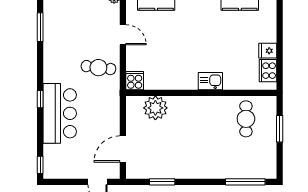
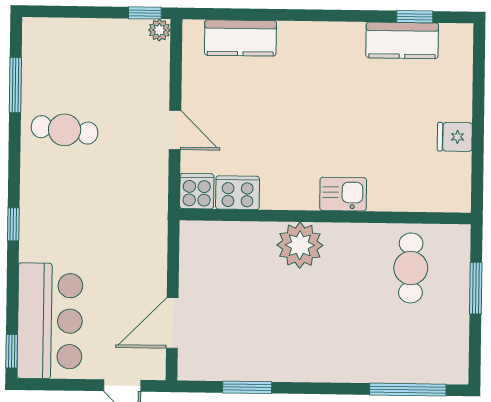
door: (123, 35) -> (175, 130), moved
cafe table: (98, 68) -> (65, 130), moved
cooker: (268, 71) -> (238, 193), moved, turned 90
plant: (155, 108) -> (300, 245), moved
bar counter: (60, 113) -> (50, 321), moved

